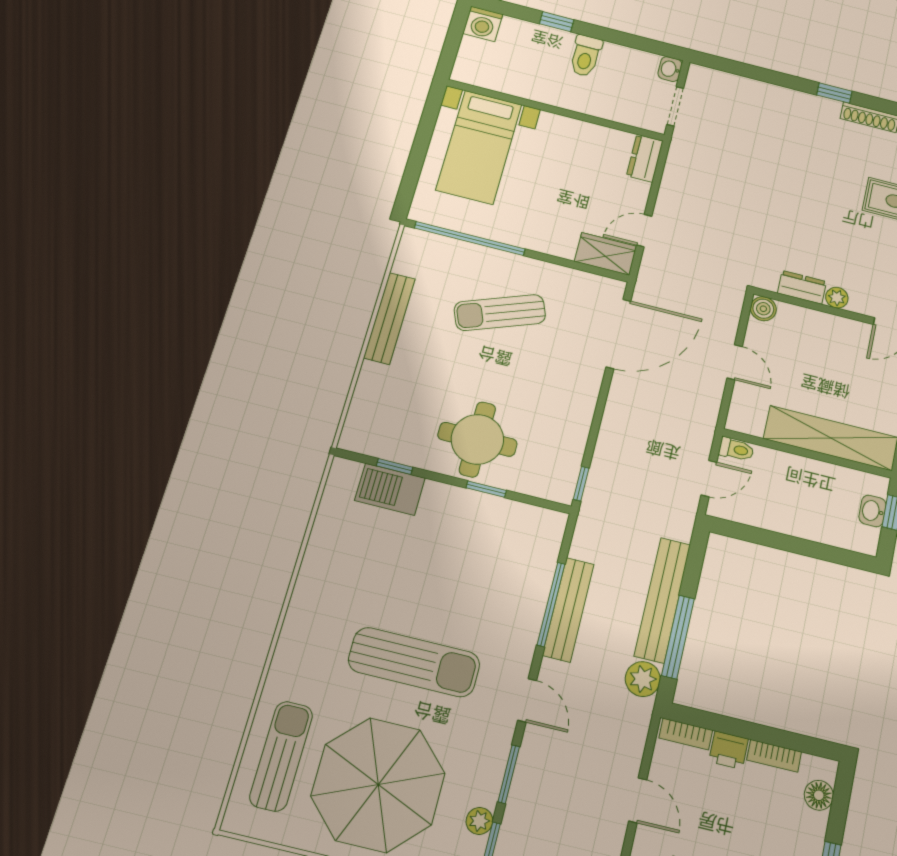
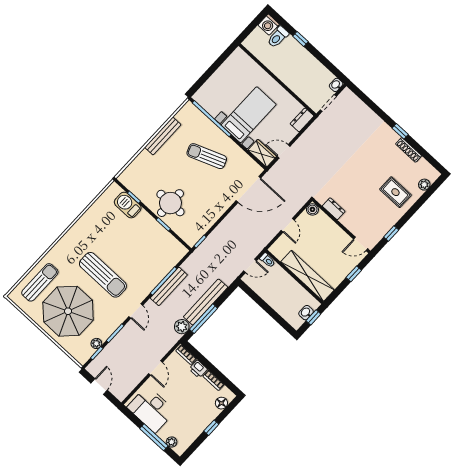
toilet: (586, 56) -> (278, 37), moved
bed with nightstands: (479, 147) -> (249, 115), moved, turned 180
plant: (837, 298) -> (345, 221), removed

